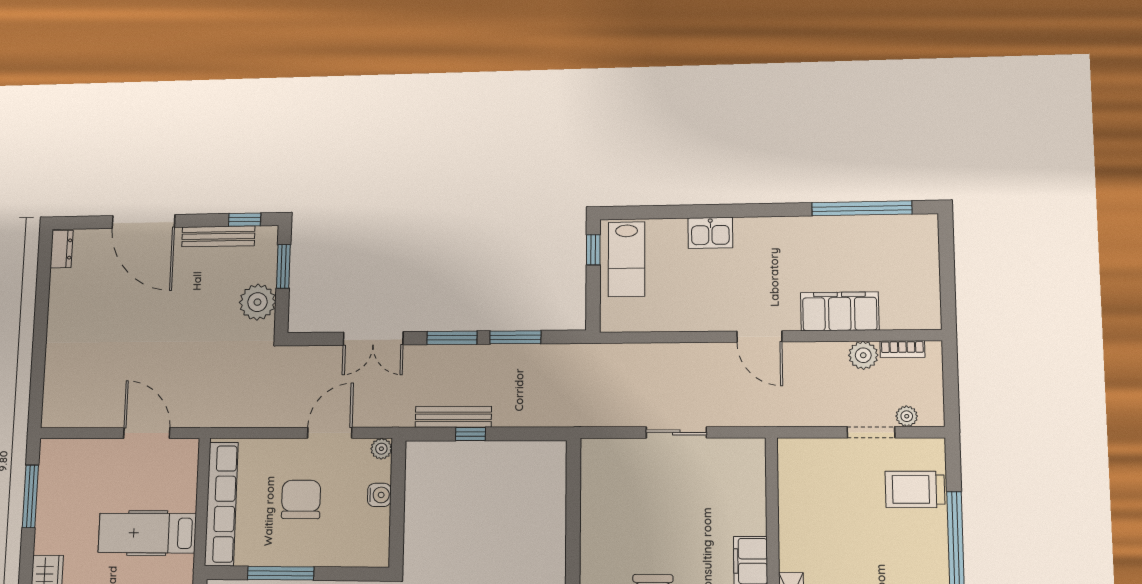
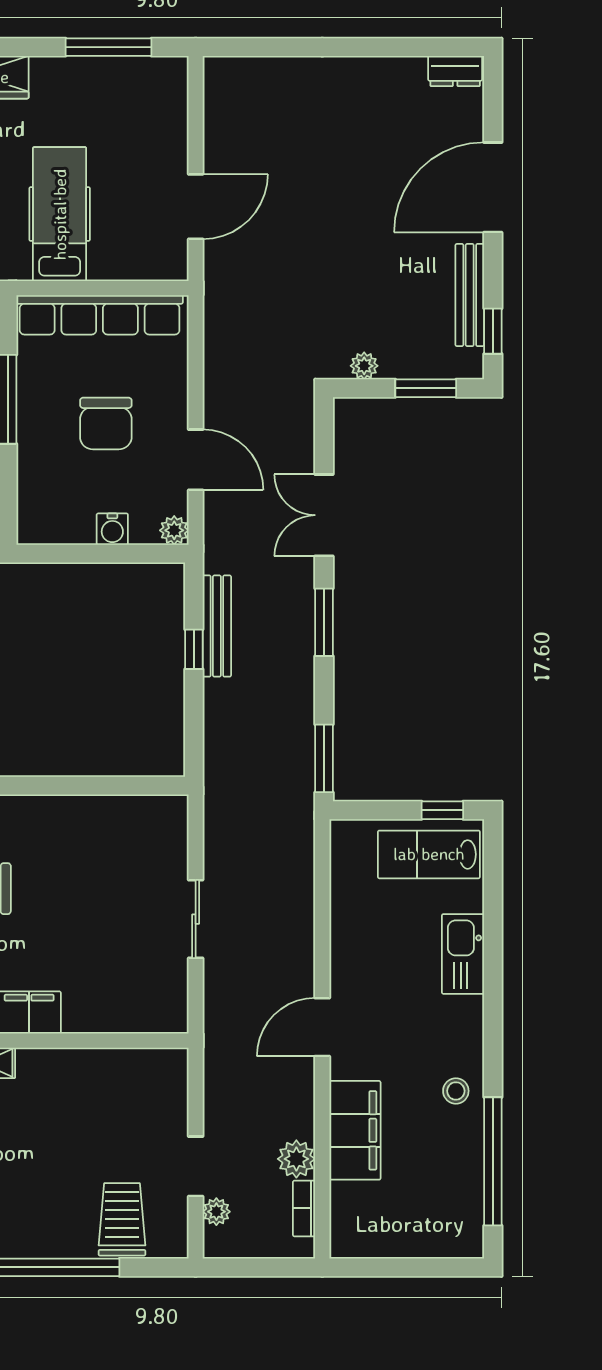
kitchen sink: (710, 233) -> (463, 954), width x1.38
stool: (808, 237) -> (456, 1091), added
plant: (257, 302) -> (364, 366), width x0.53, depth x0.53
window: (515, 337) -> (324, 758), moved
chair: (301, 499) -> (106, 424), turned 90

